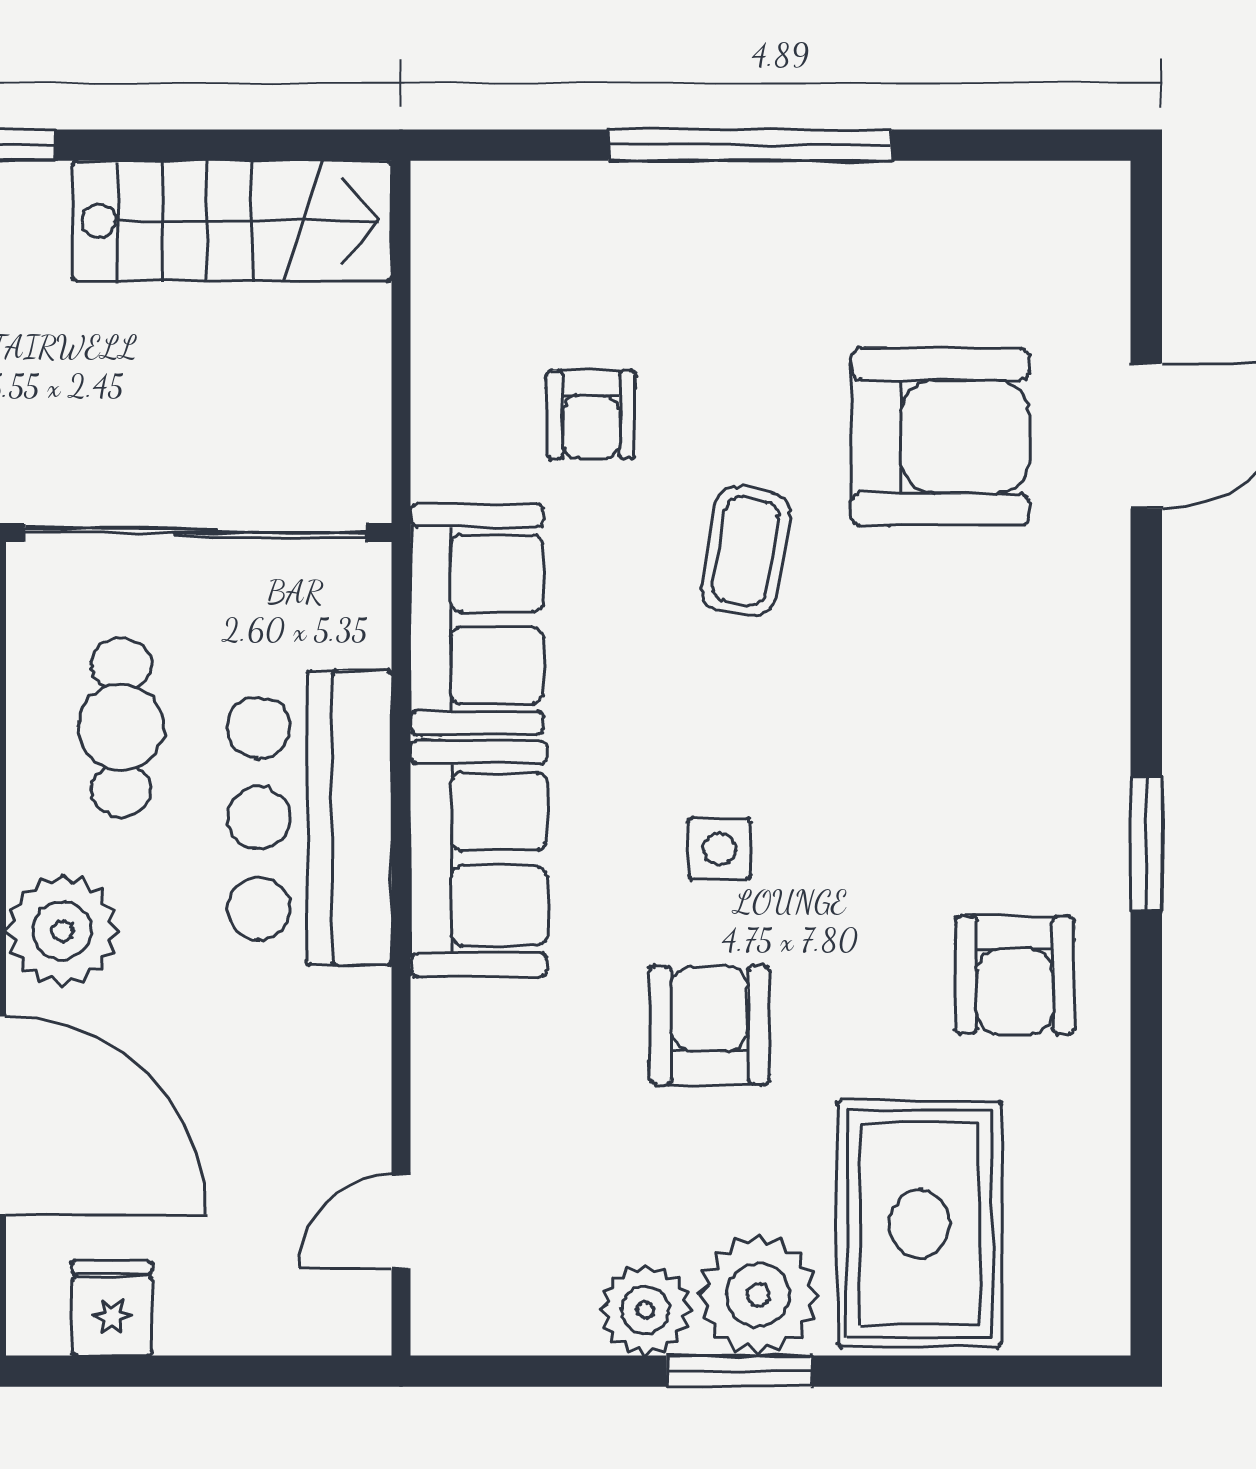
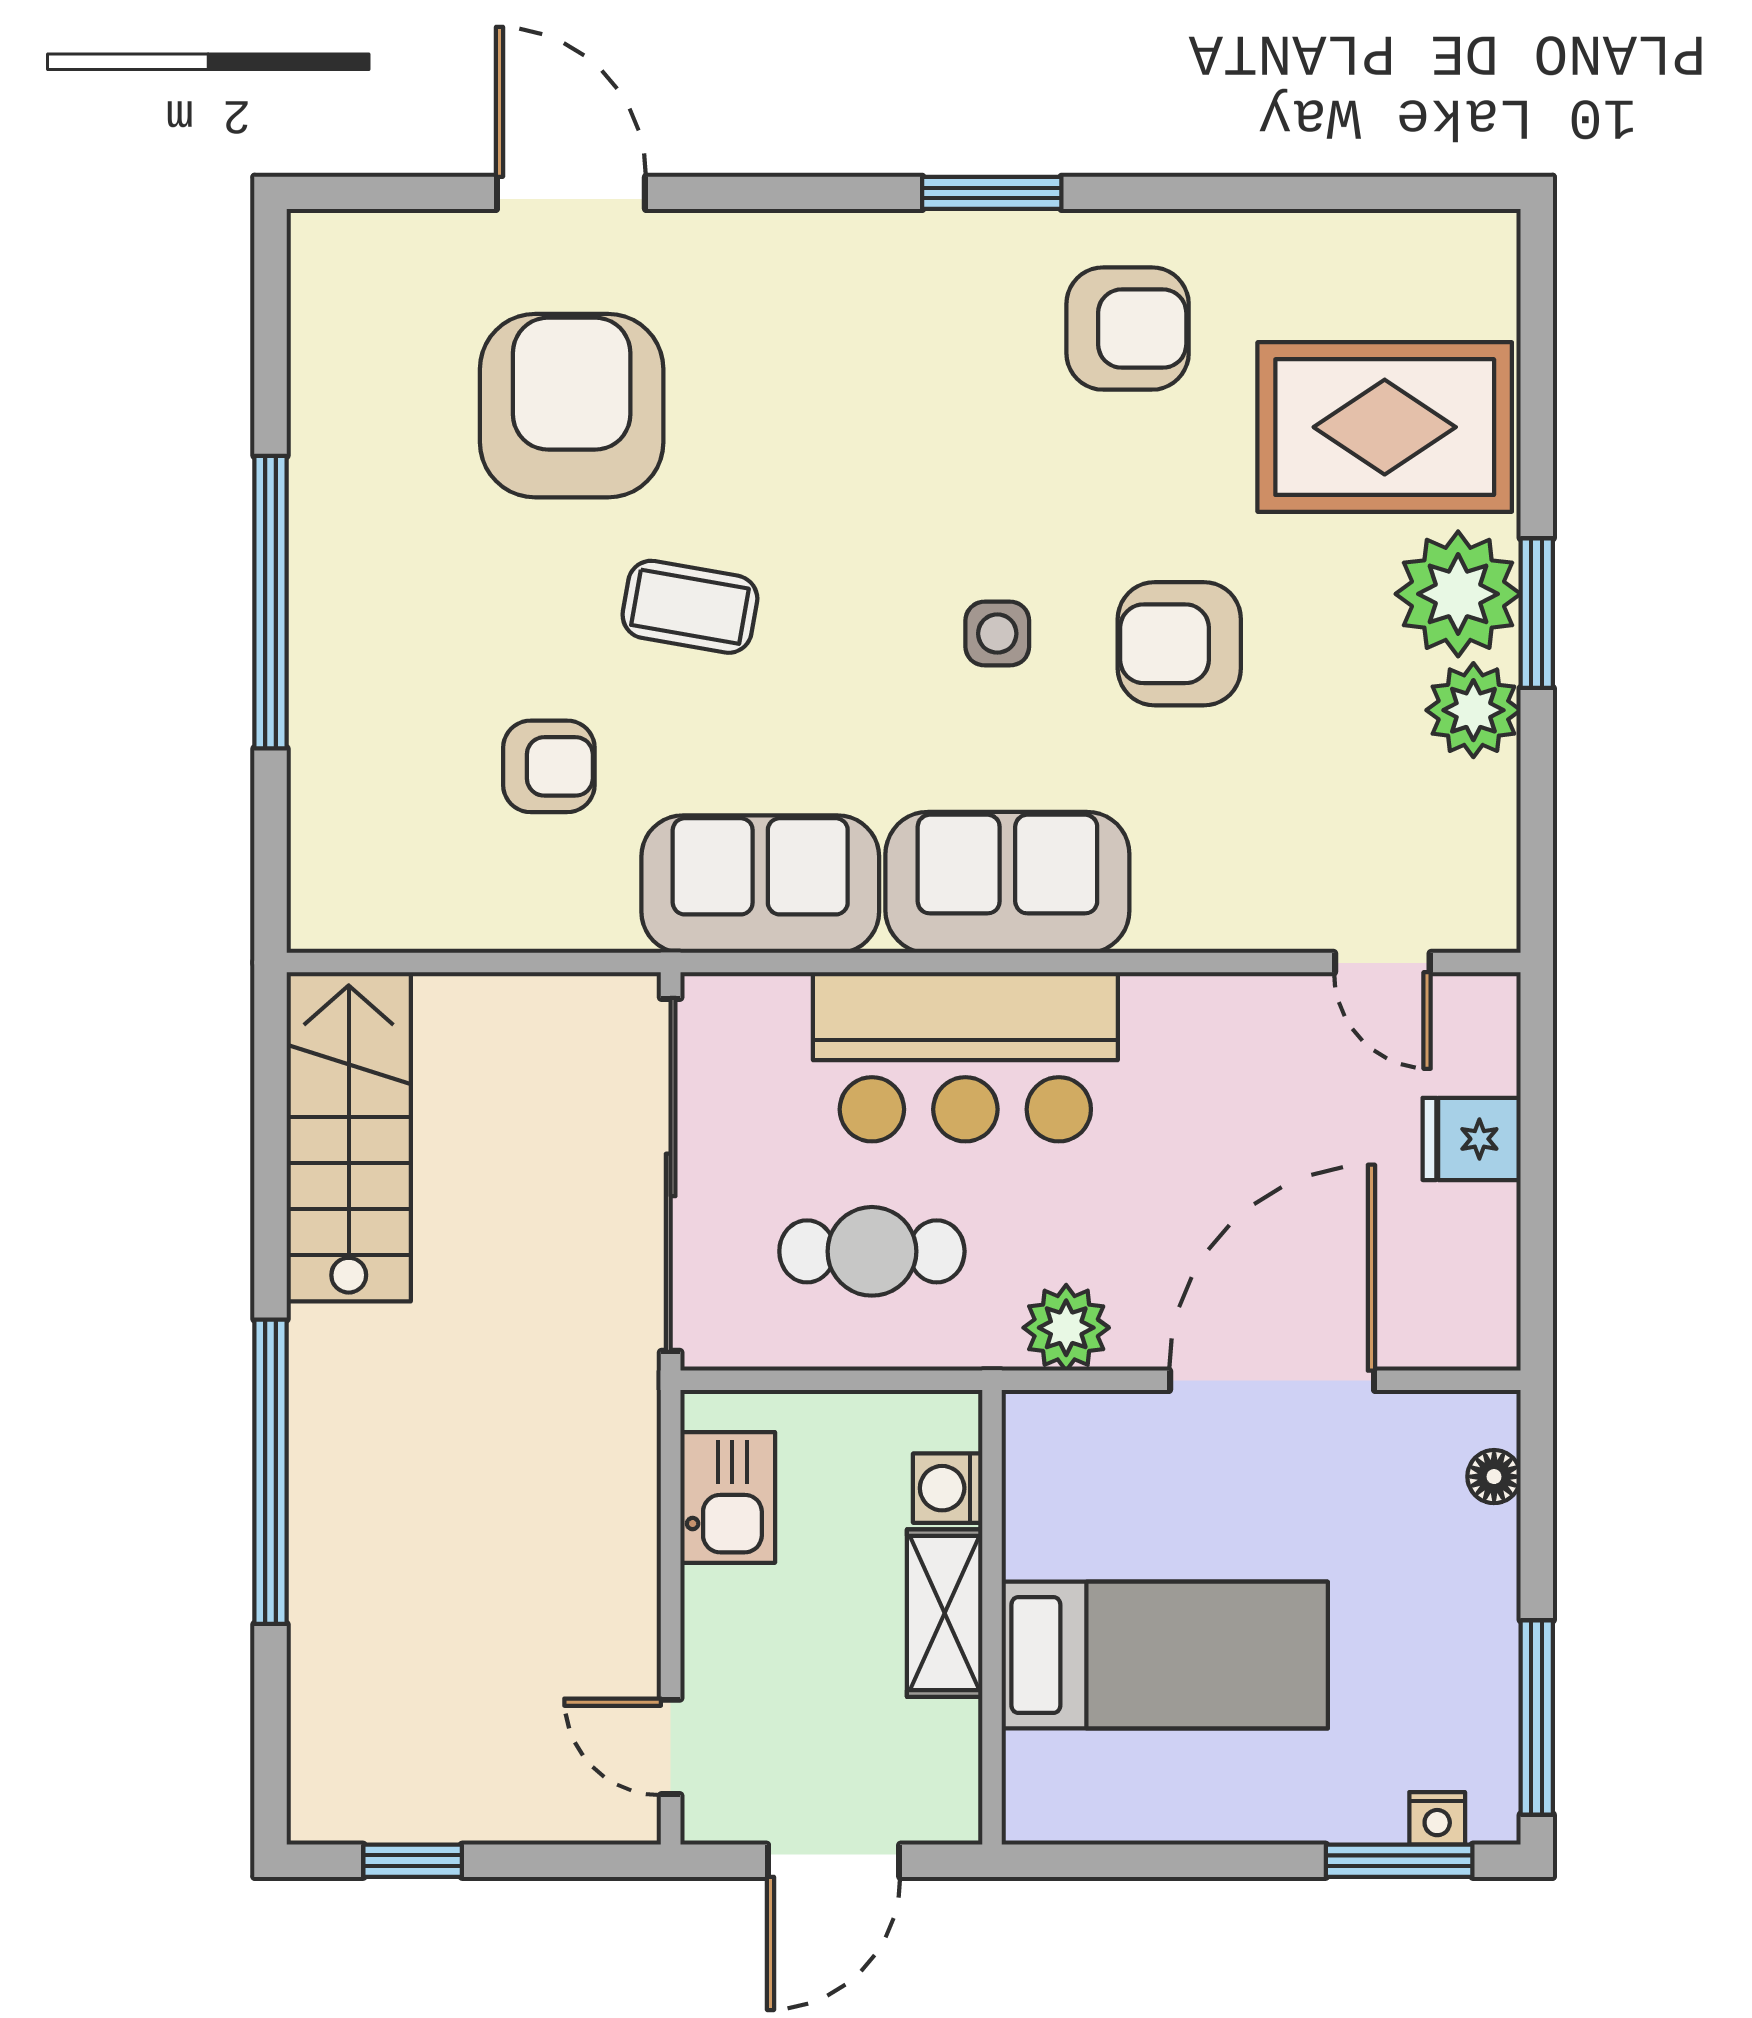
plant: (62, 931) -> (1066, 1328), width x0.73, depth x0.73
fridge: (112, 1308) -> (1472, 1139), moved

